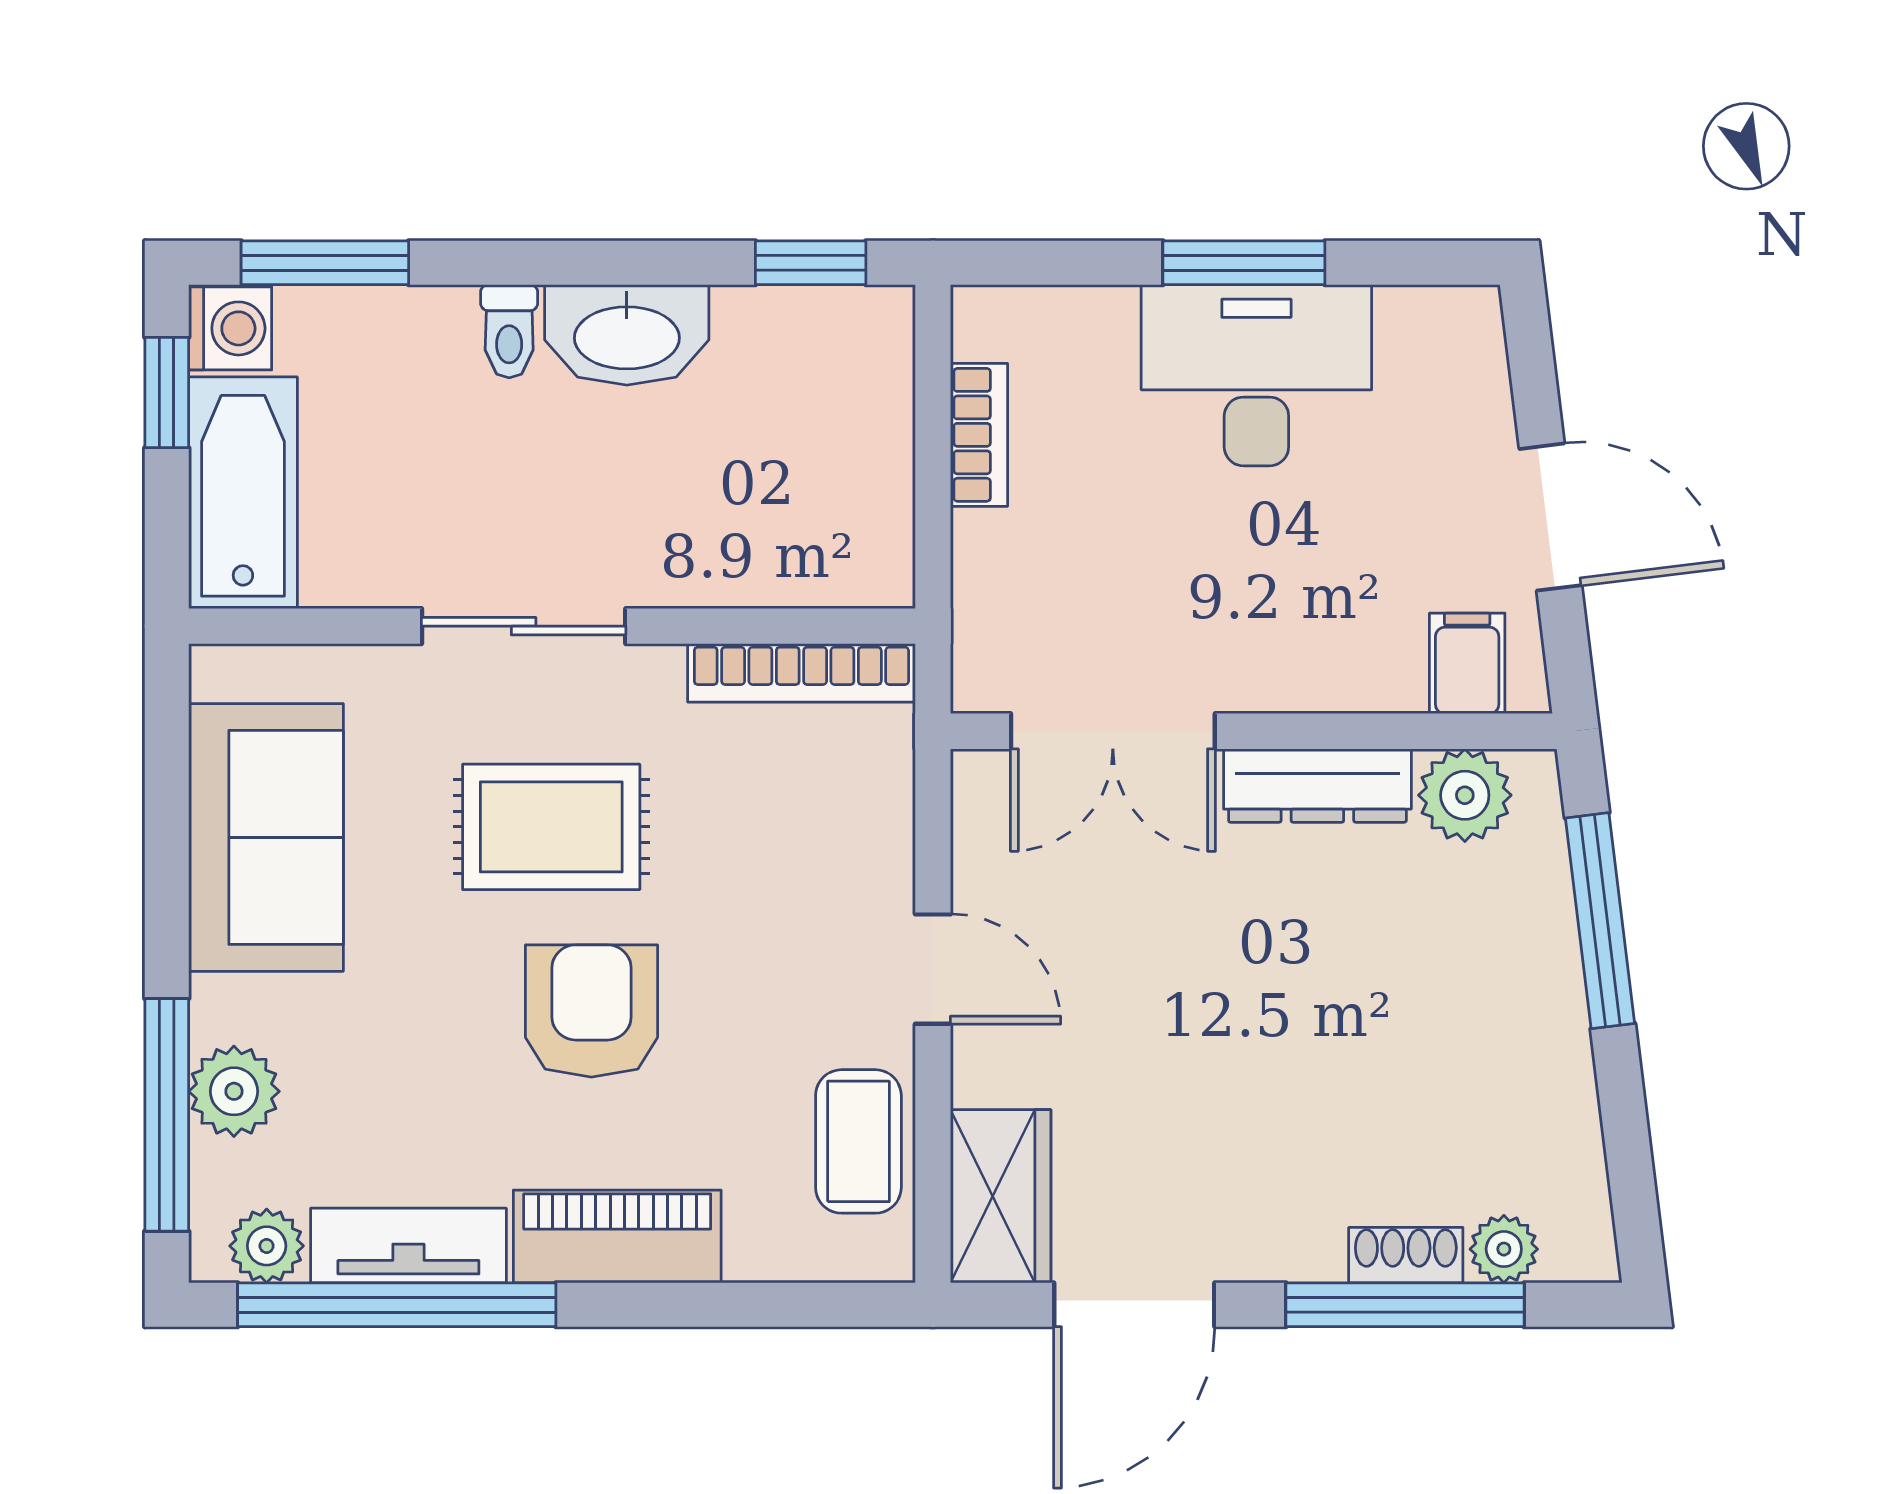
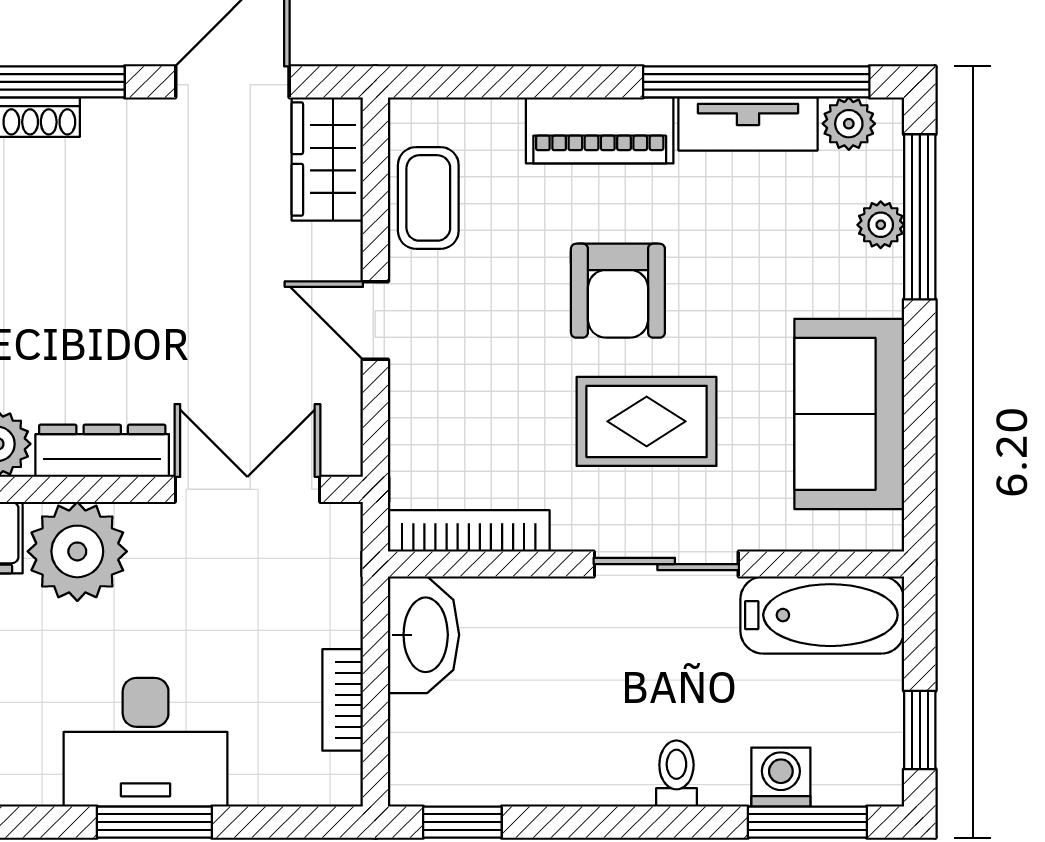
washing machine: (230, 328) -> (781, 777), moved, turned 90
washbasin: (627, 335) -> (424, 635), moved, turned 90
bathtub: (243, 492) -> (822, 615), moved, turned -90
plant: (1353, 644) -> (77, 551), added
plant: (234, 1091) -> (881, 225), width x0.73, depth x0.73

